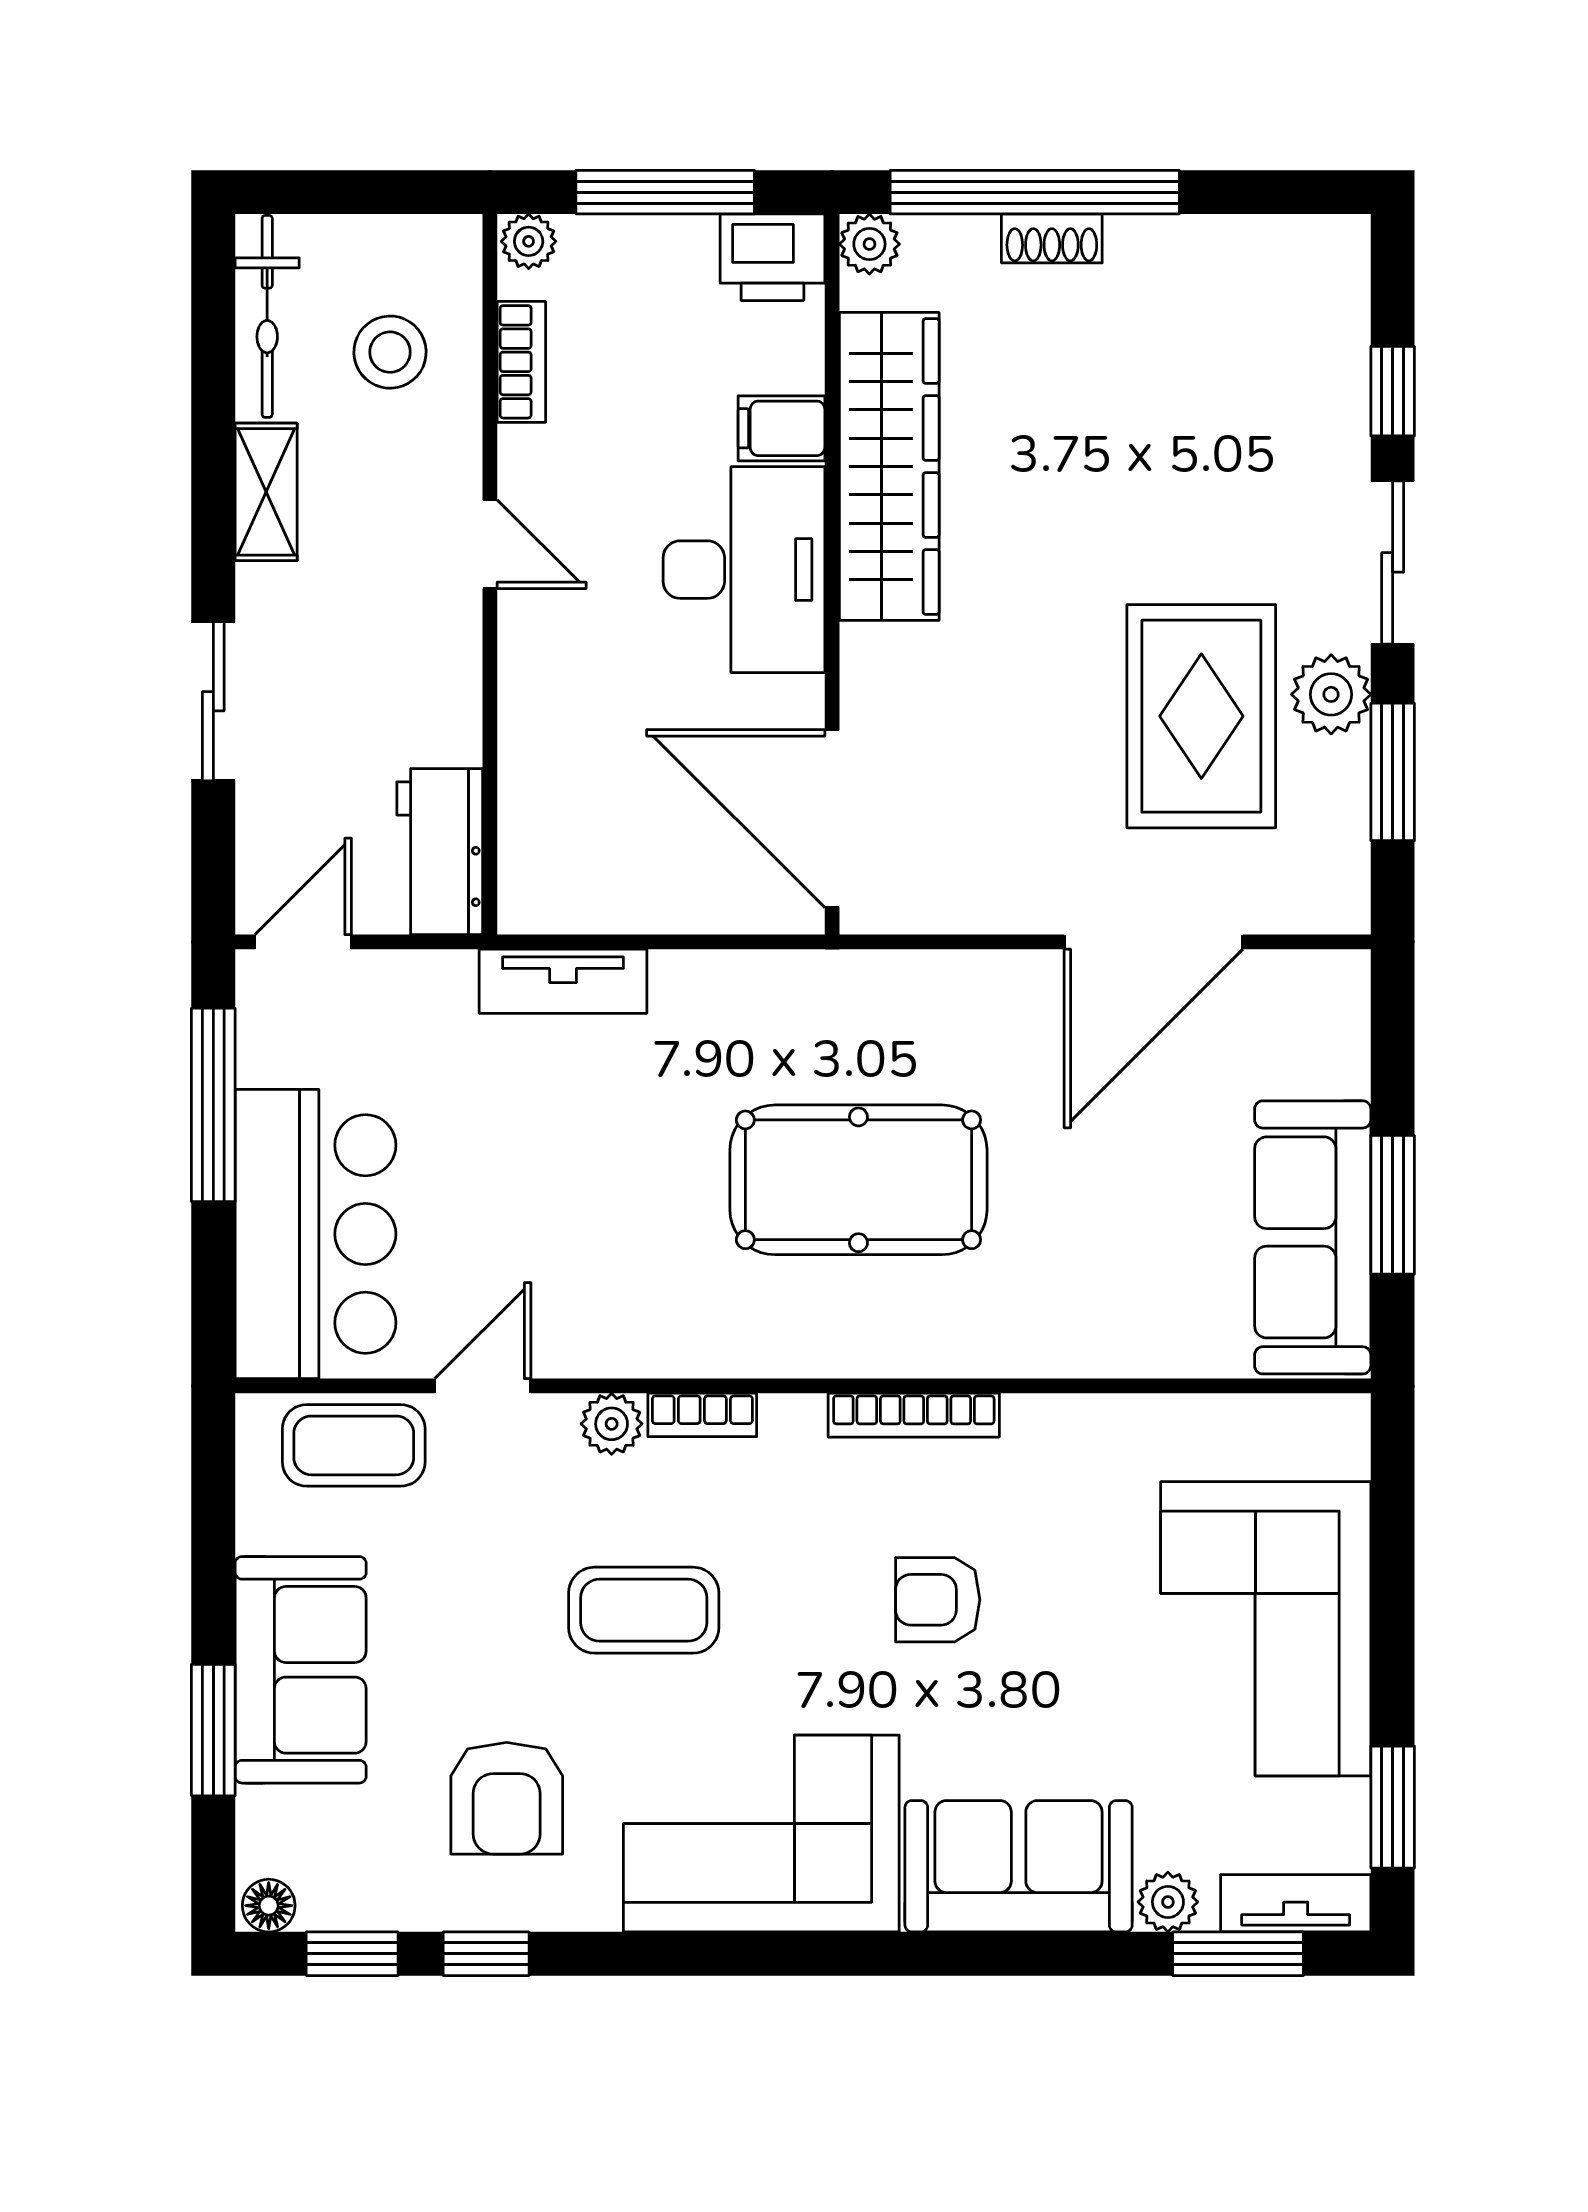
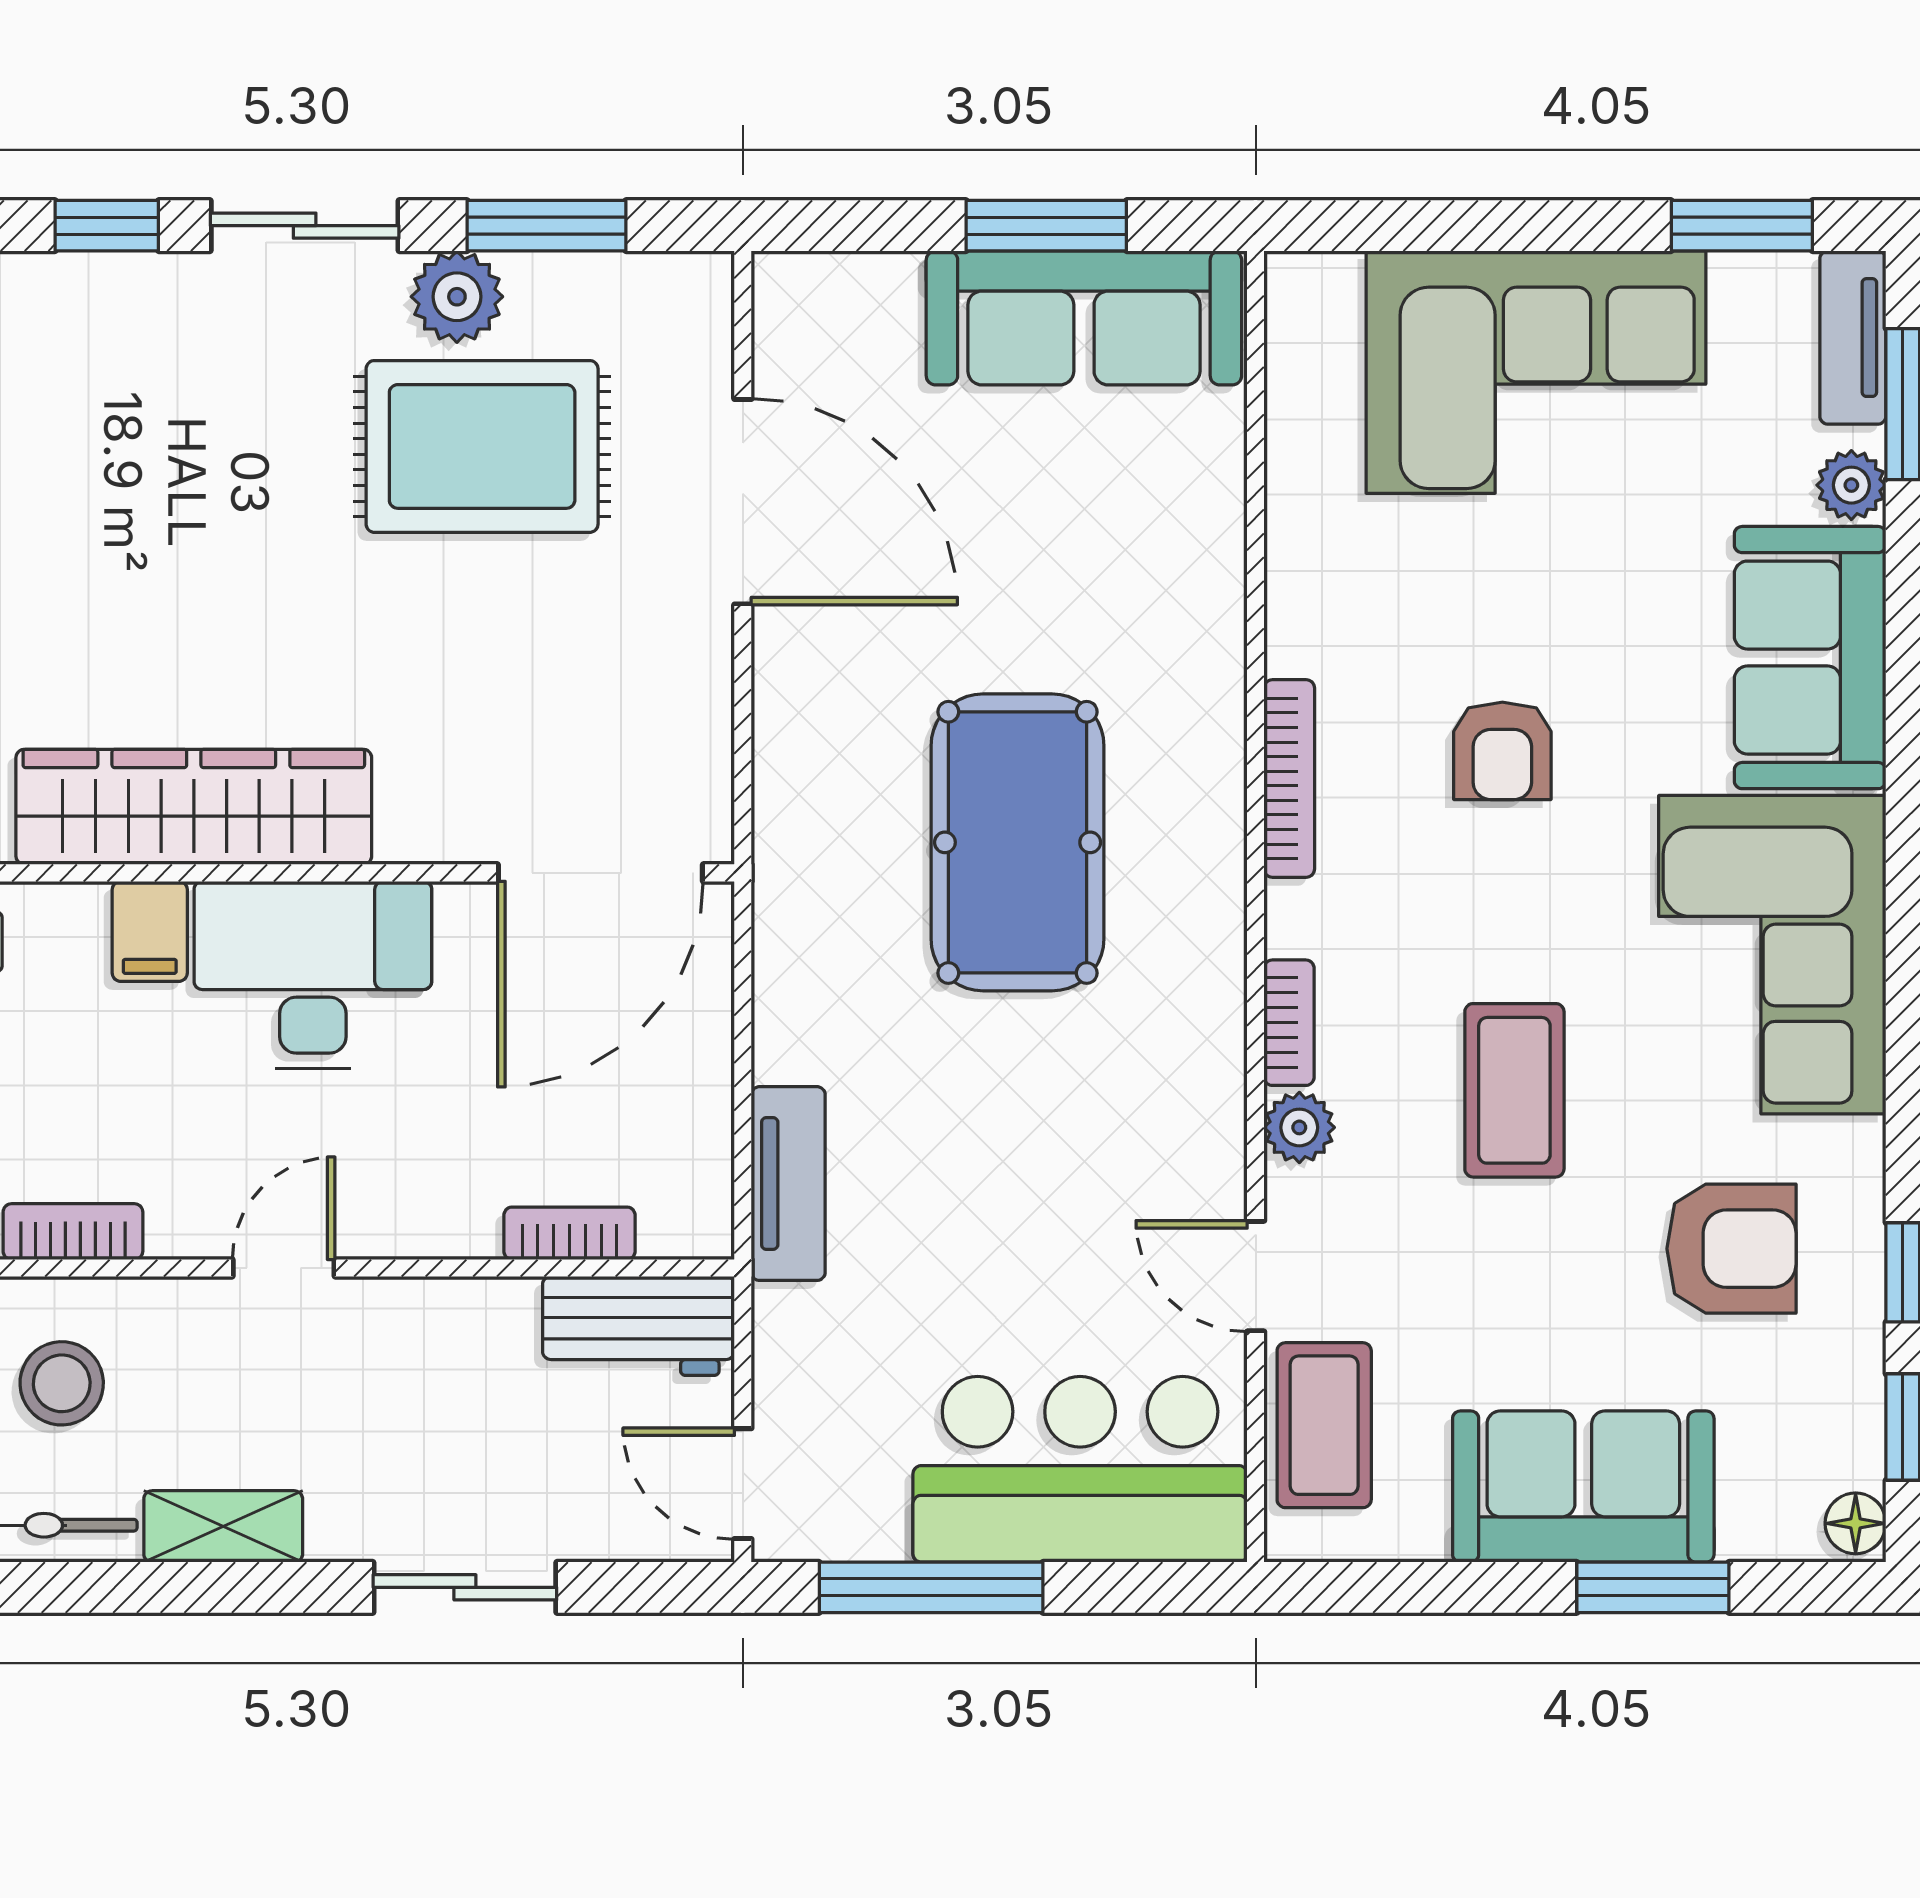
bookcase: (520, 792) -> (569, 1233), added

